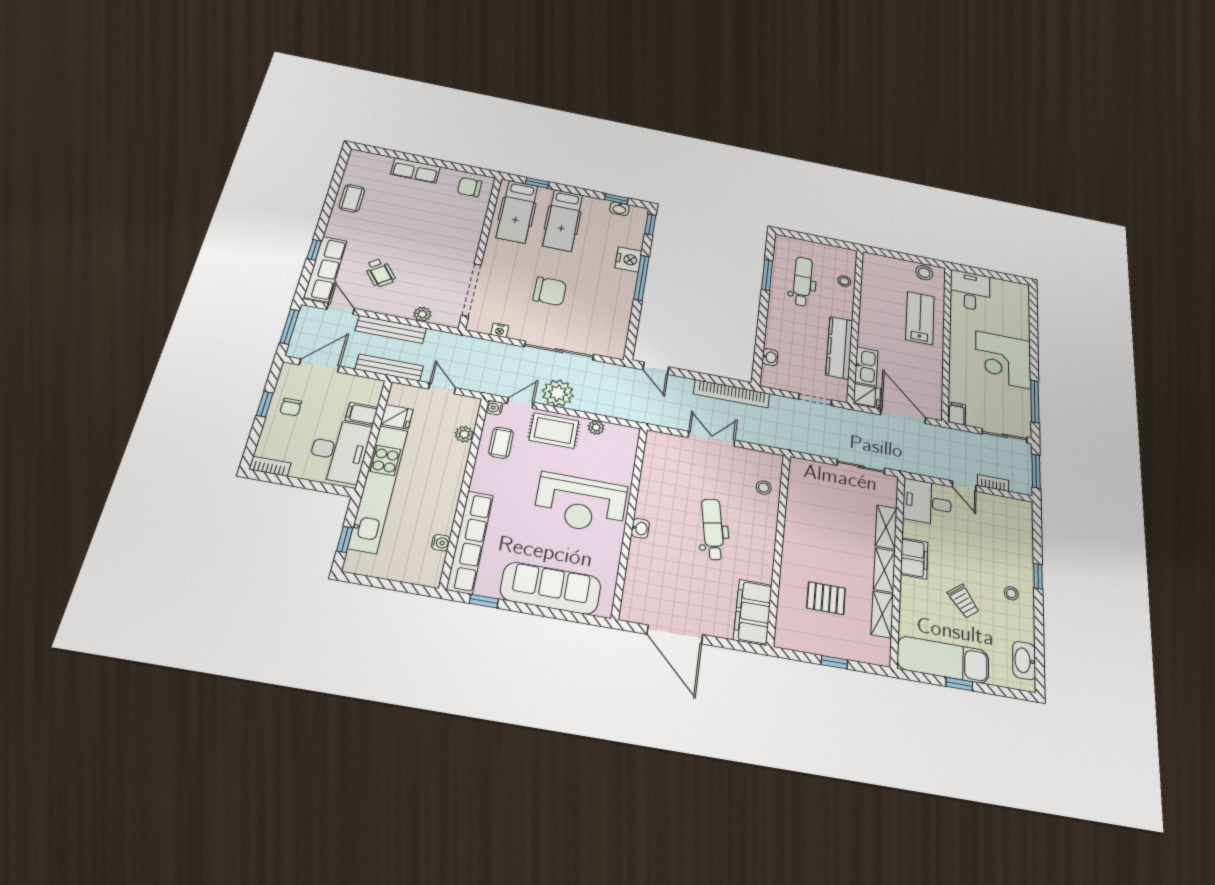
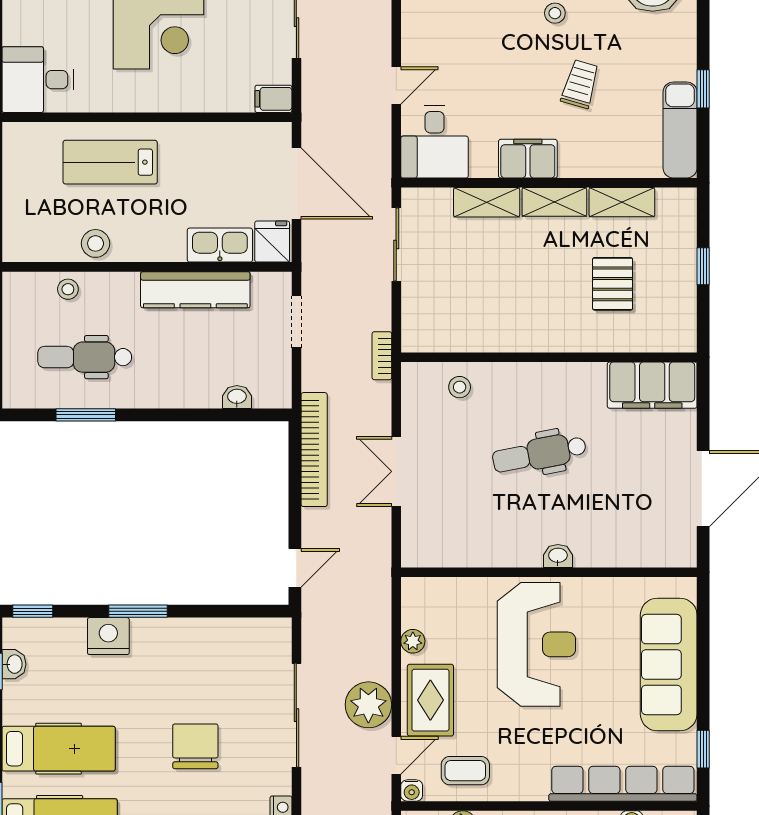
stool: (924, 273) -> (96, 243), moved
window: (641, 278) -> (138, 611), width x0.69
door: (520, 403) -> (396, 755), swing flipped
door: (903, 416) -> (296, 183), swing flipped
bookcase: (993, 483) -> (382, 356), moved
trolley: (964, 601) -> (580, 84), turned -37
exam couch: (943, 660) -> (680, 130), width x0.73, depth x0.69

